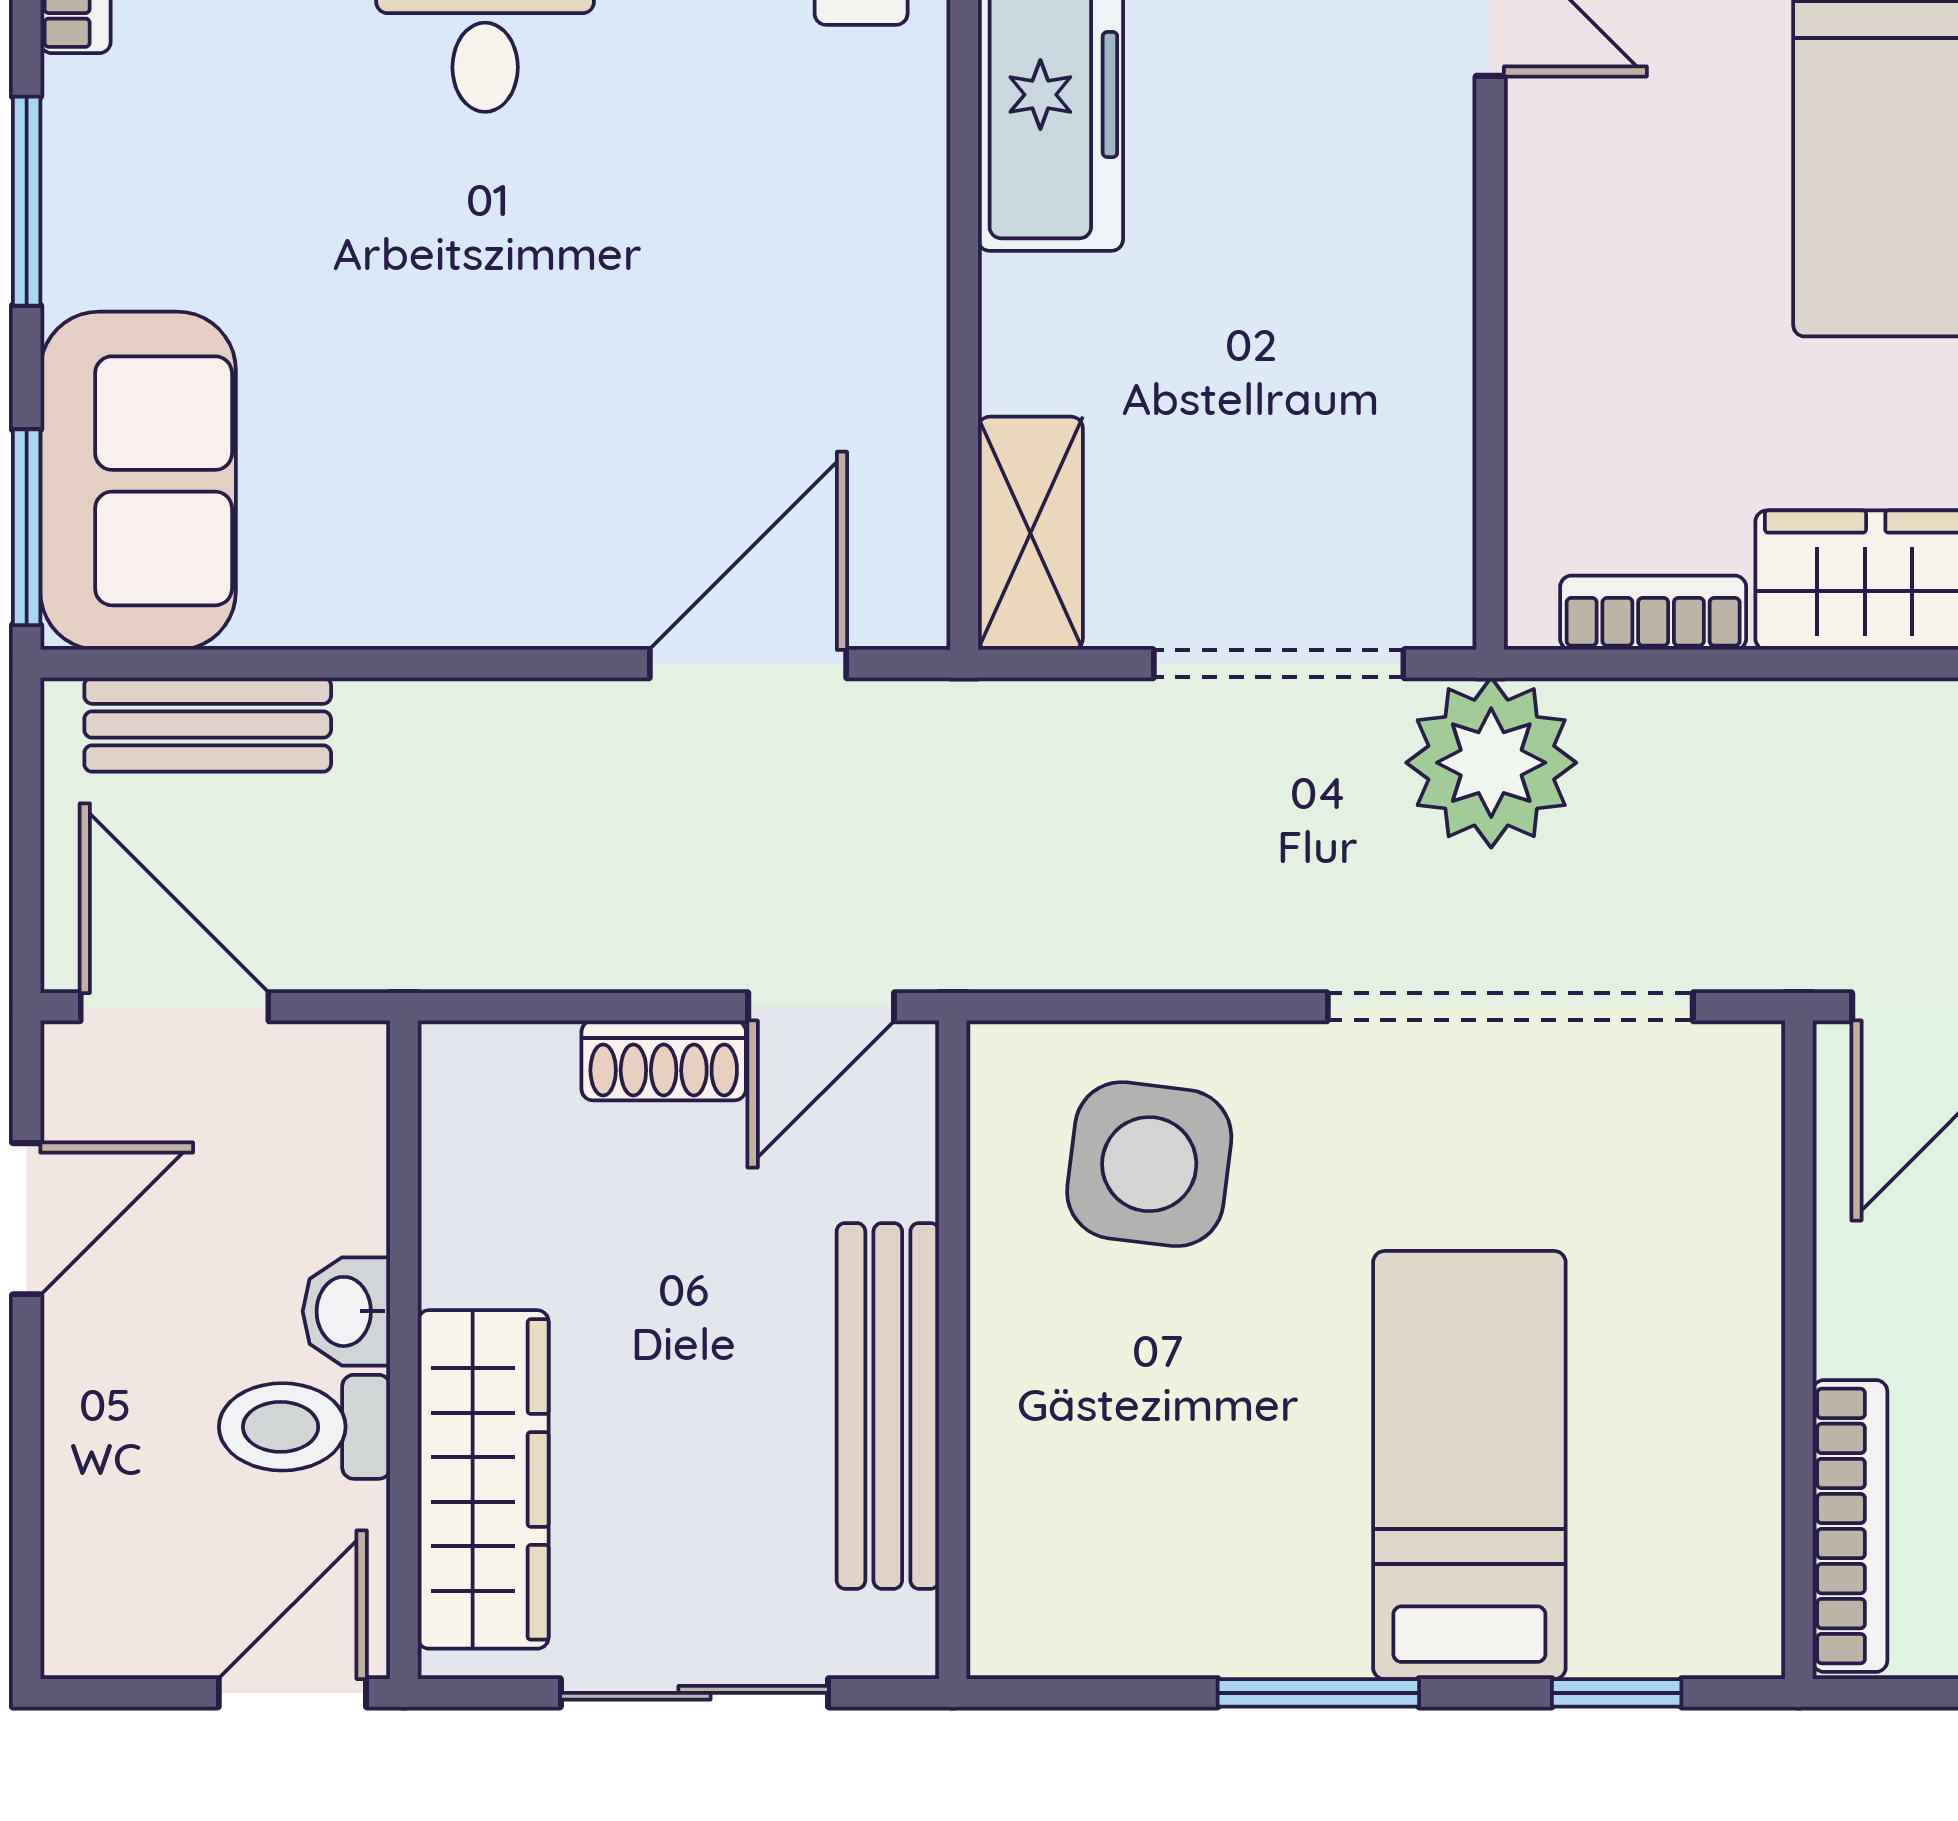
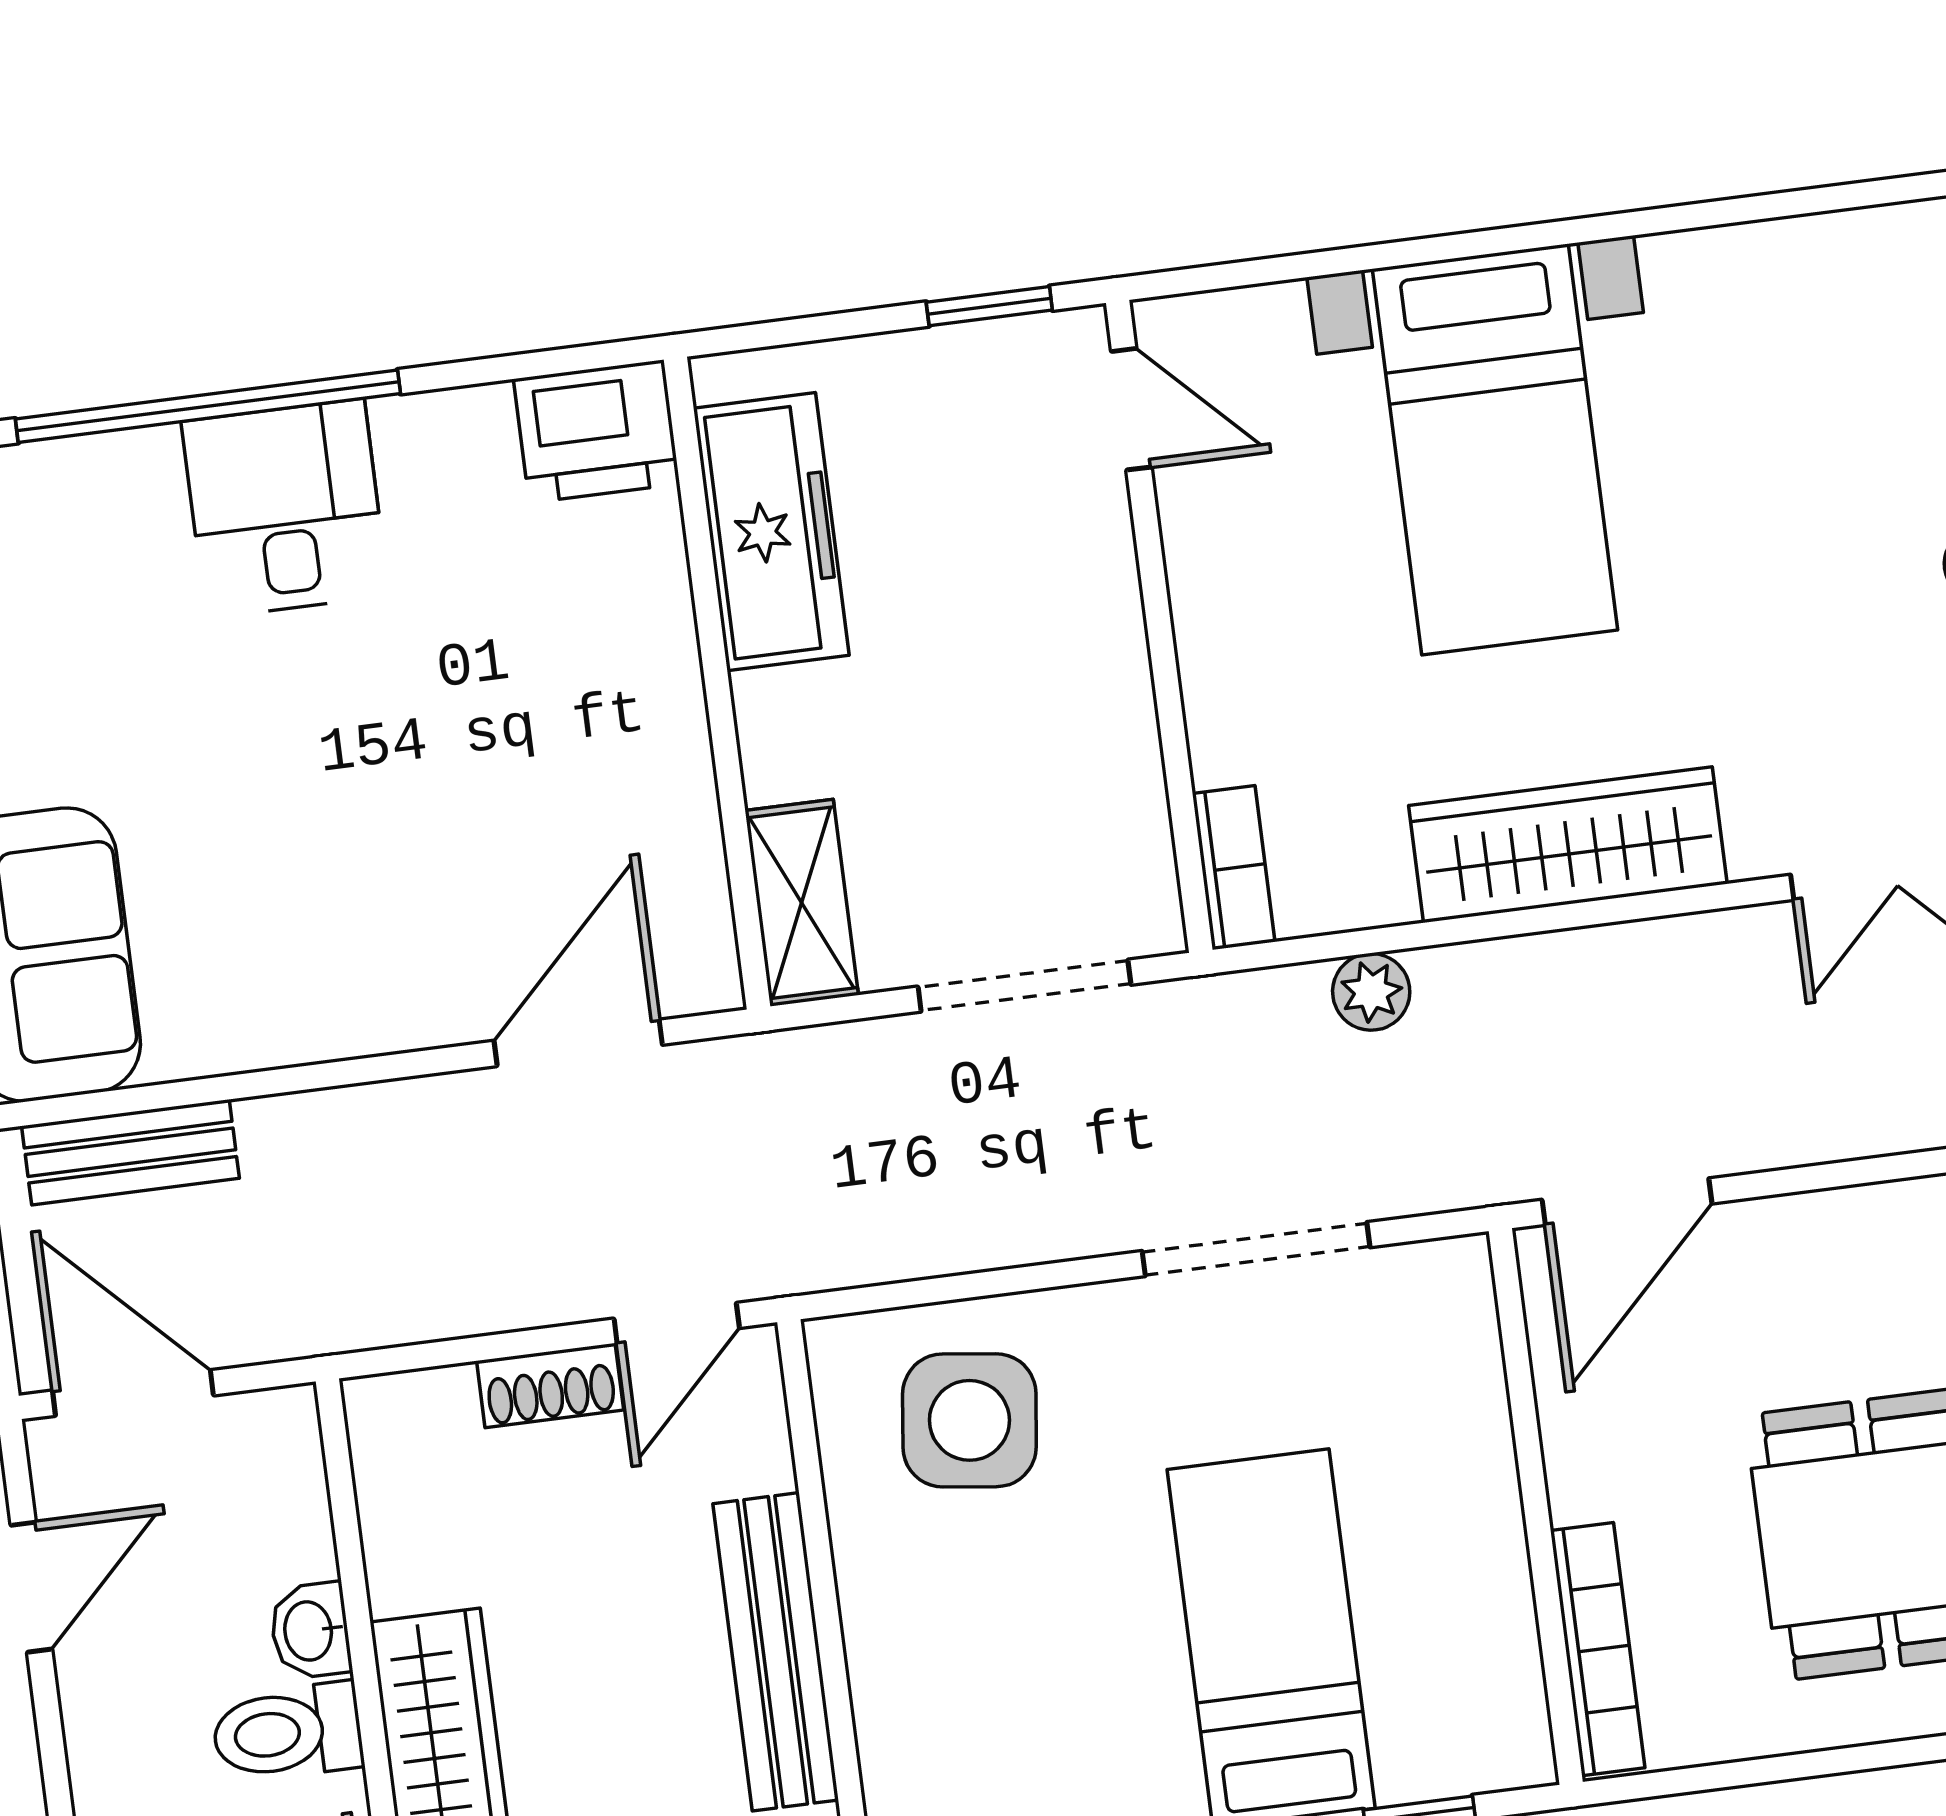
bookcase: (1653, 613) -> (1234, 868), moved, turned 90
plant: (1491, 763) -> (1371, 992), moved, width x0.53, depth x0.53
doorway: (1510, 1007) -> (1256, 1249), width x0.73

